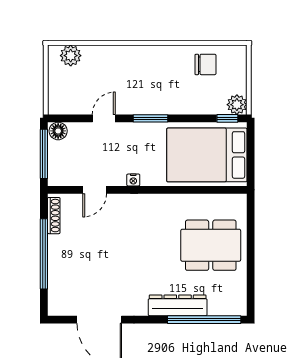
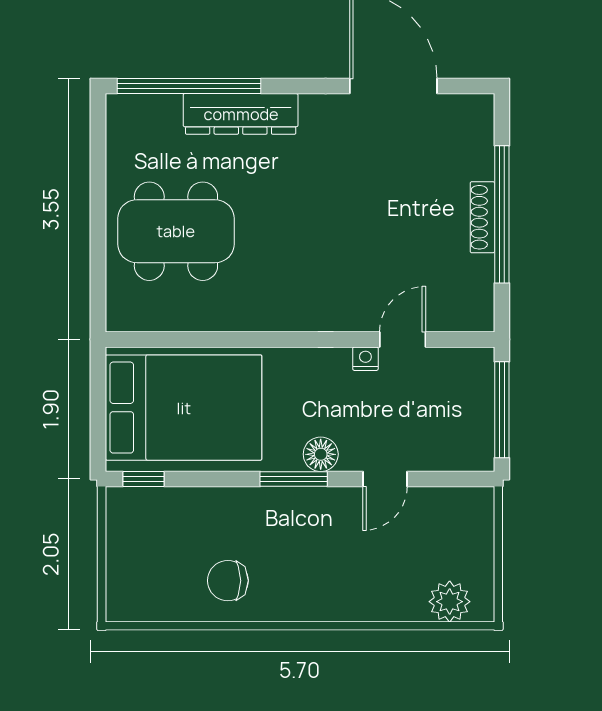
chair: (205, 64) -> (228, 581), moved
plant: (237, 105) -> (125, 506), removed
floor lamp: (58, 131) -> (321, 454), moved
nightstand: (133, 180) -> (365, 359), moved
shoe rack: (54, 216) -> (482, 217), moved

